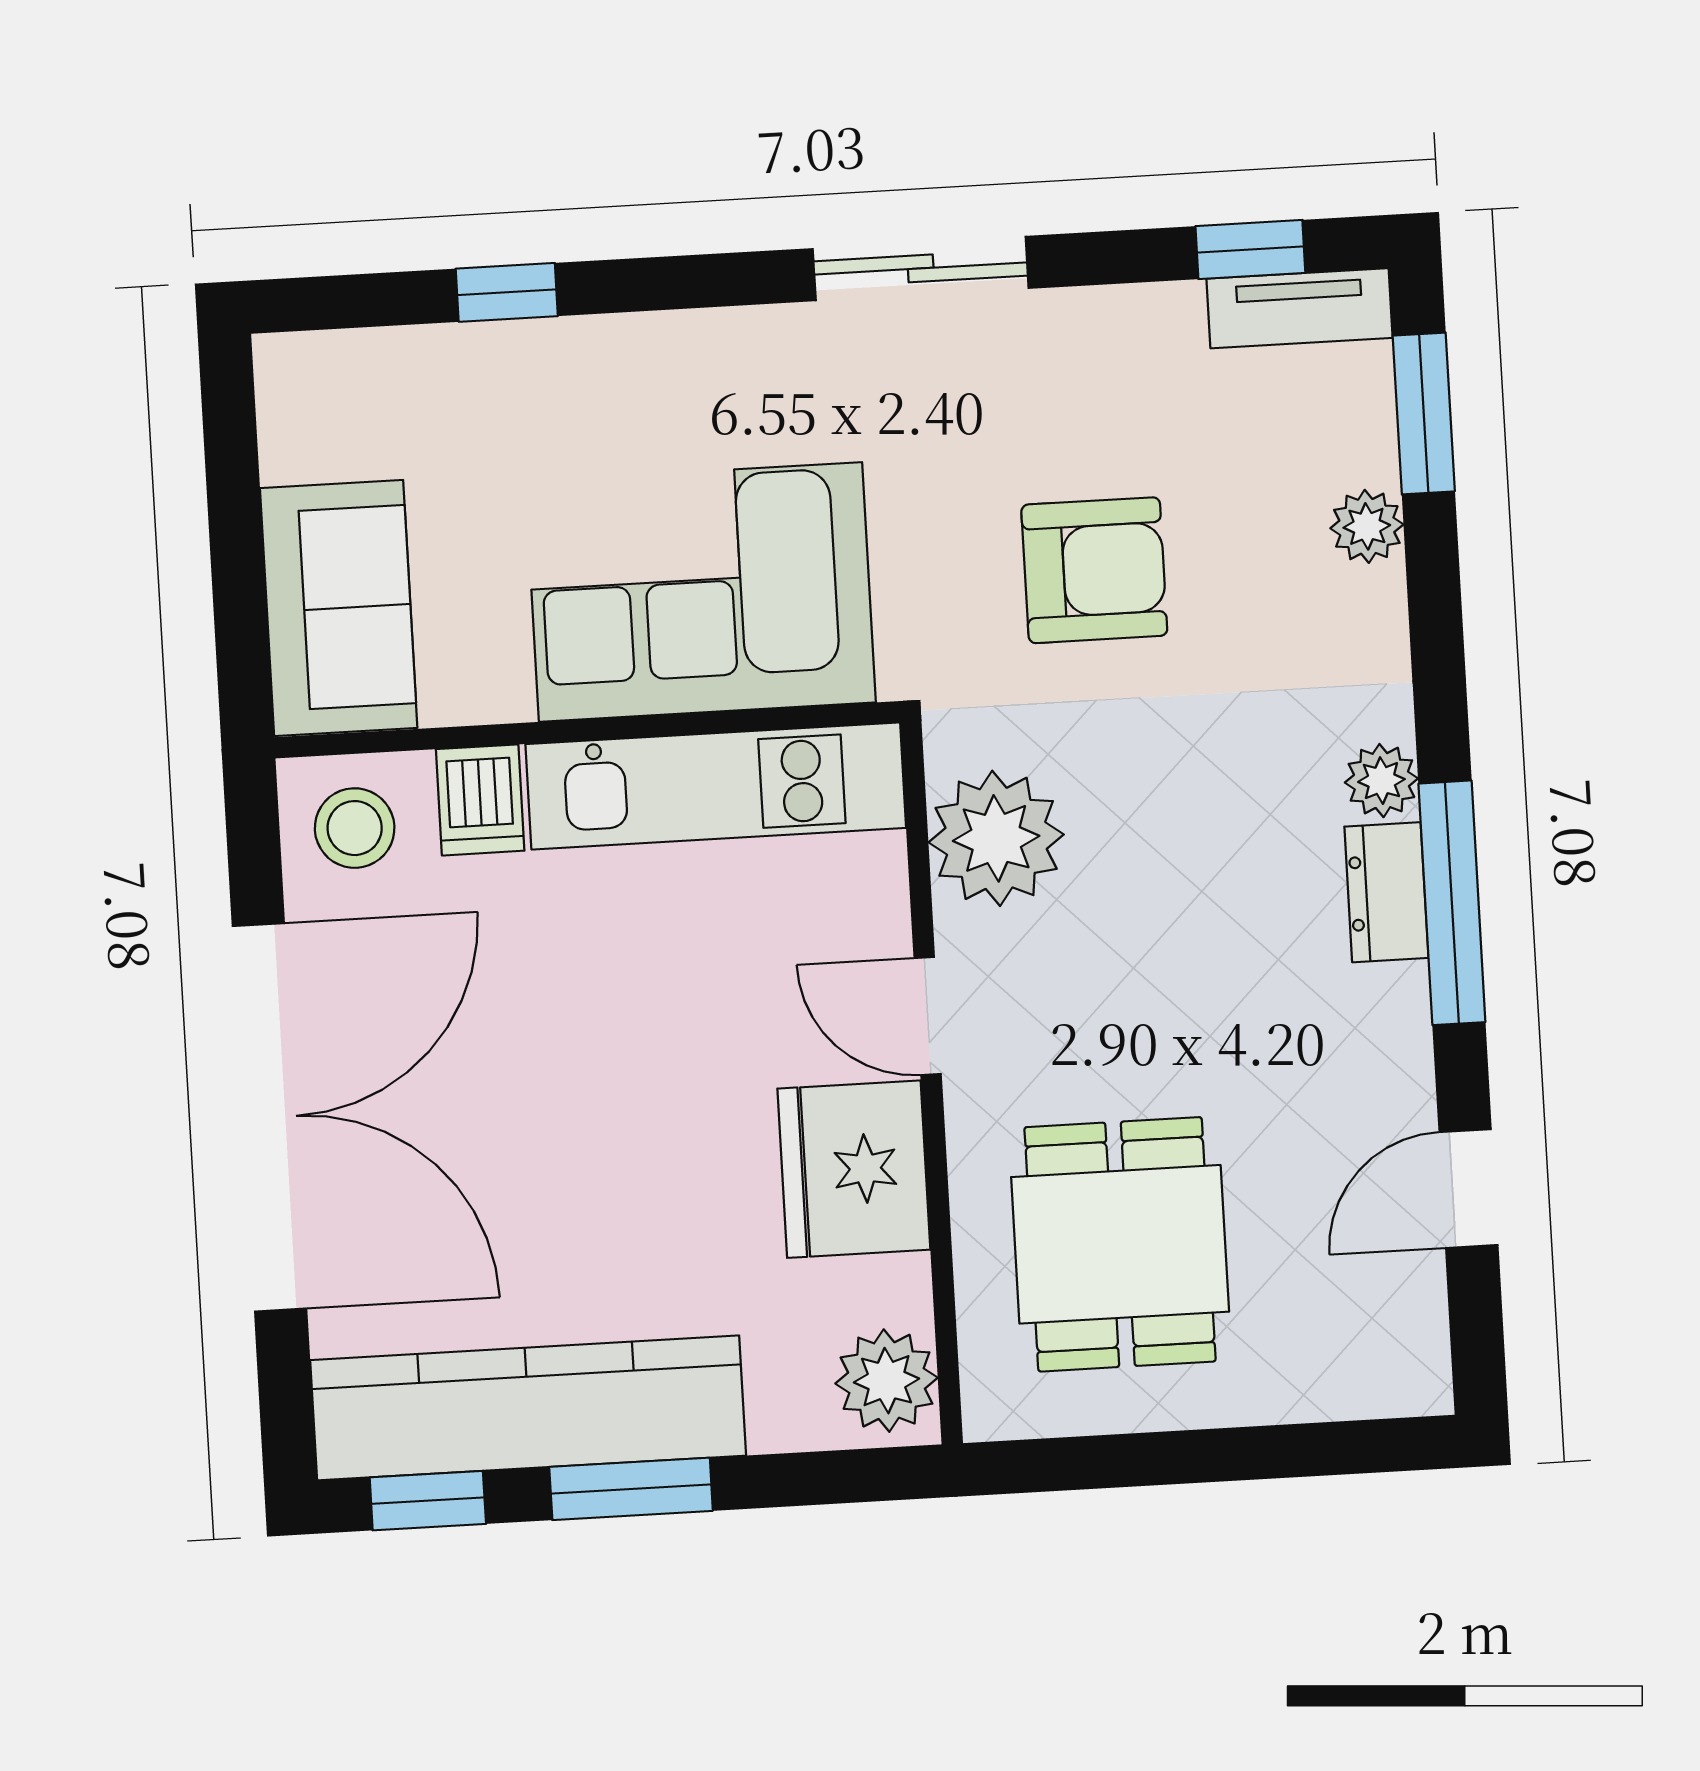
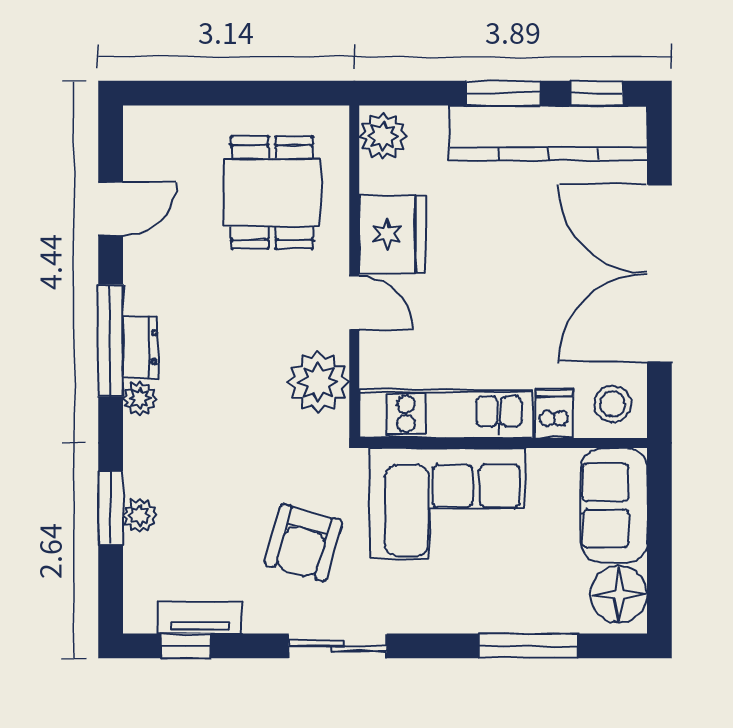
window: (507, 292) -> (528, 646), width x2.17
tv unit: (1300, 308) -> (200, 618), moved
window: (1424, 413) -> (111, 508), moved
floor lamp: (318, 416) -> (619, 594), added
armchair: (1094, 570) -> (303, 543), moved, turned -74

